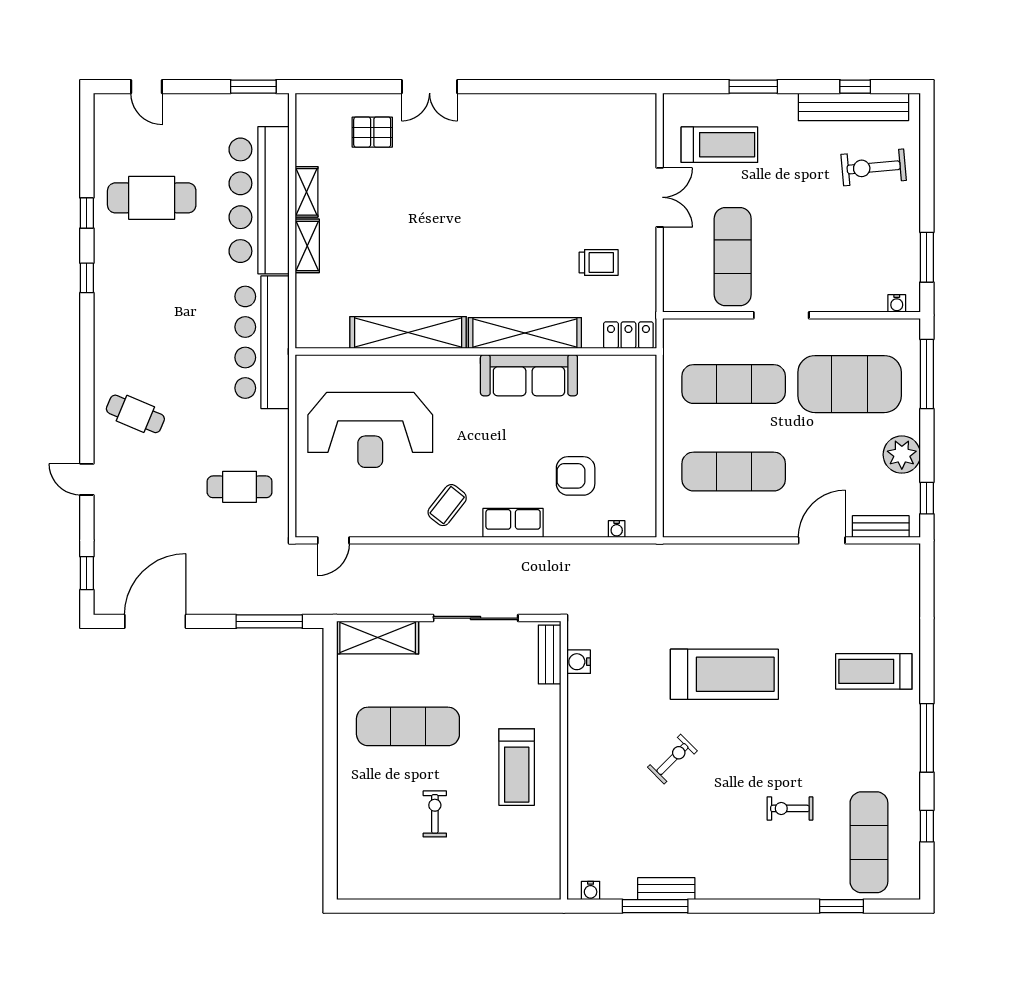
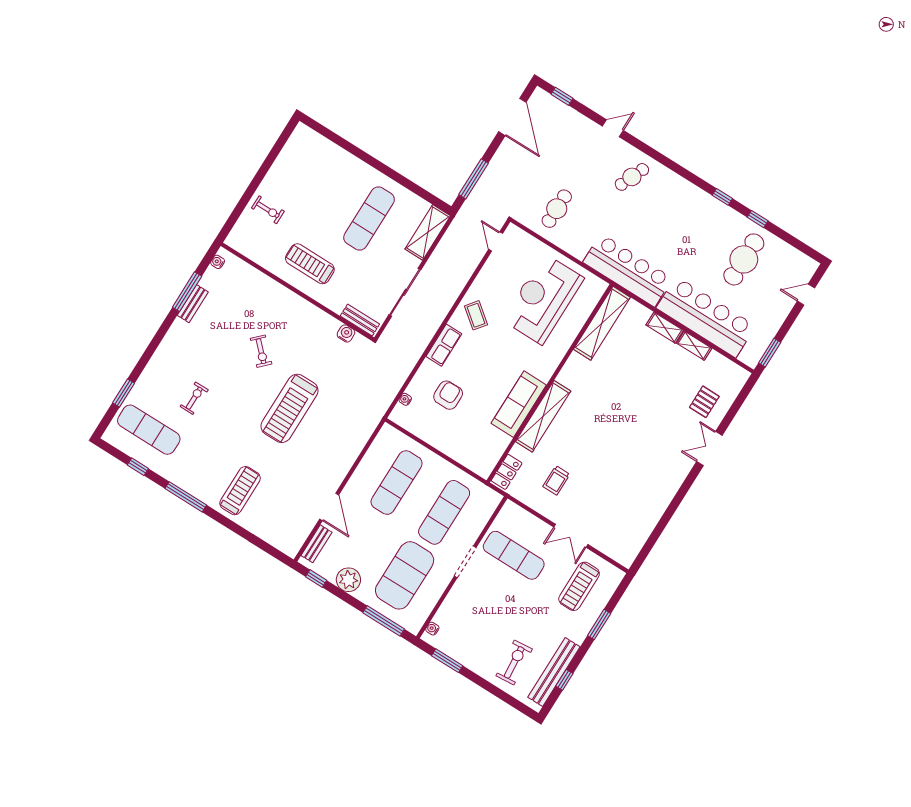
shelving: (408, 332) -> (602, 323), moved
exercise bike: (435, 814) -> (268, 210), moved

